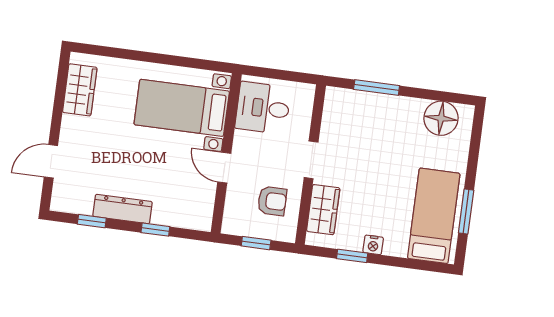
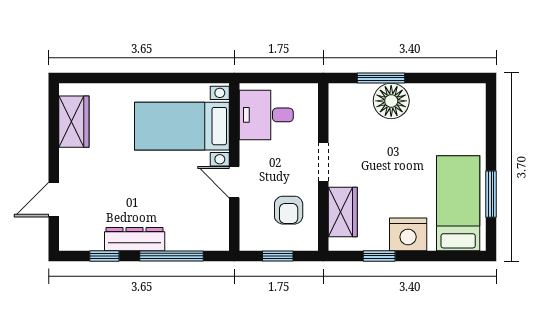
floor lamp: (441, 118) -> (391, 101), moved
armchair: (272, 201) -> (289, 210), turned 90
window: (155, 230) -> (172, 256), width x2.17
nightstand: (373, 245) -> (408, 234), width x1.89, depth x1.79

